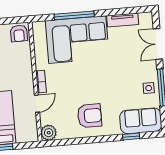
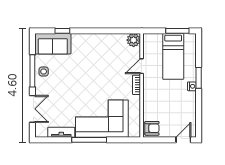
window: (74, 15) -> (89, 140), moved
armchair: (19, 33) -> (152, 128), turned 90
armchair: (90, 116) -> (97, 52), removed

